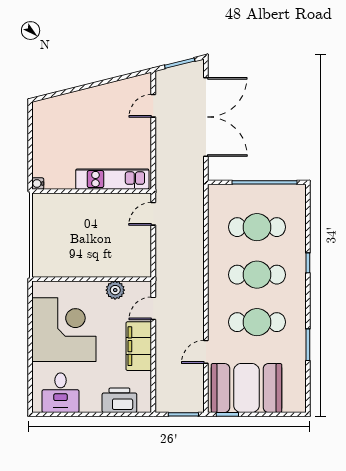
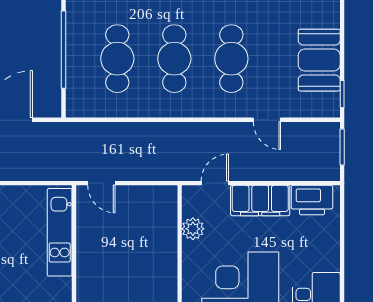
door: (153, 308) -> (215, 183), swing flipped
booth: (246, 388) -> (319, 60), width x0.73, depth x0.70
printer: (119, 400) -> (312, 200), moved, turned -90

